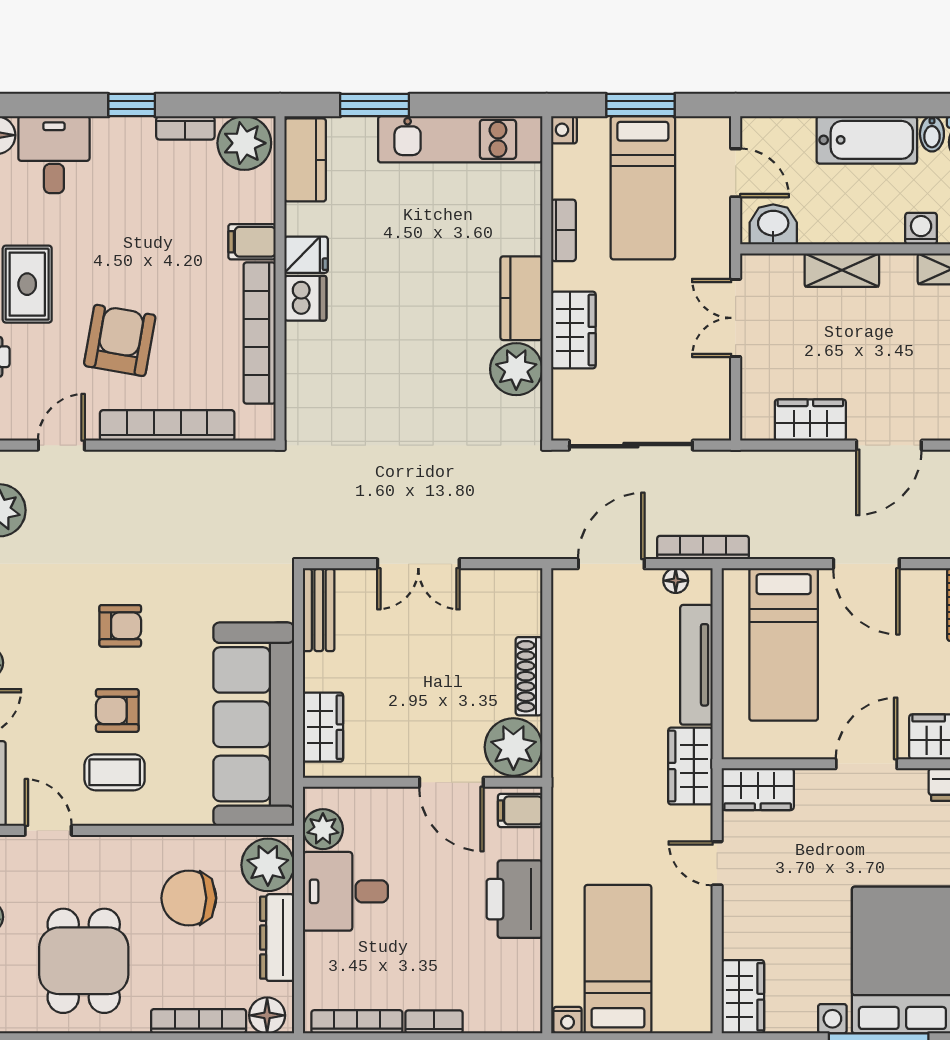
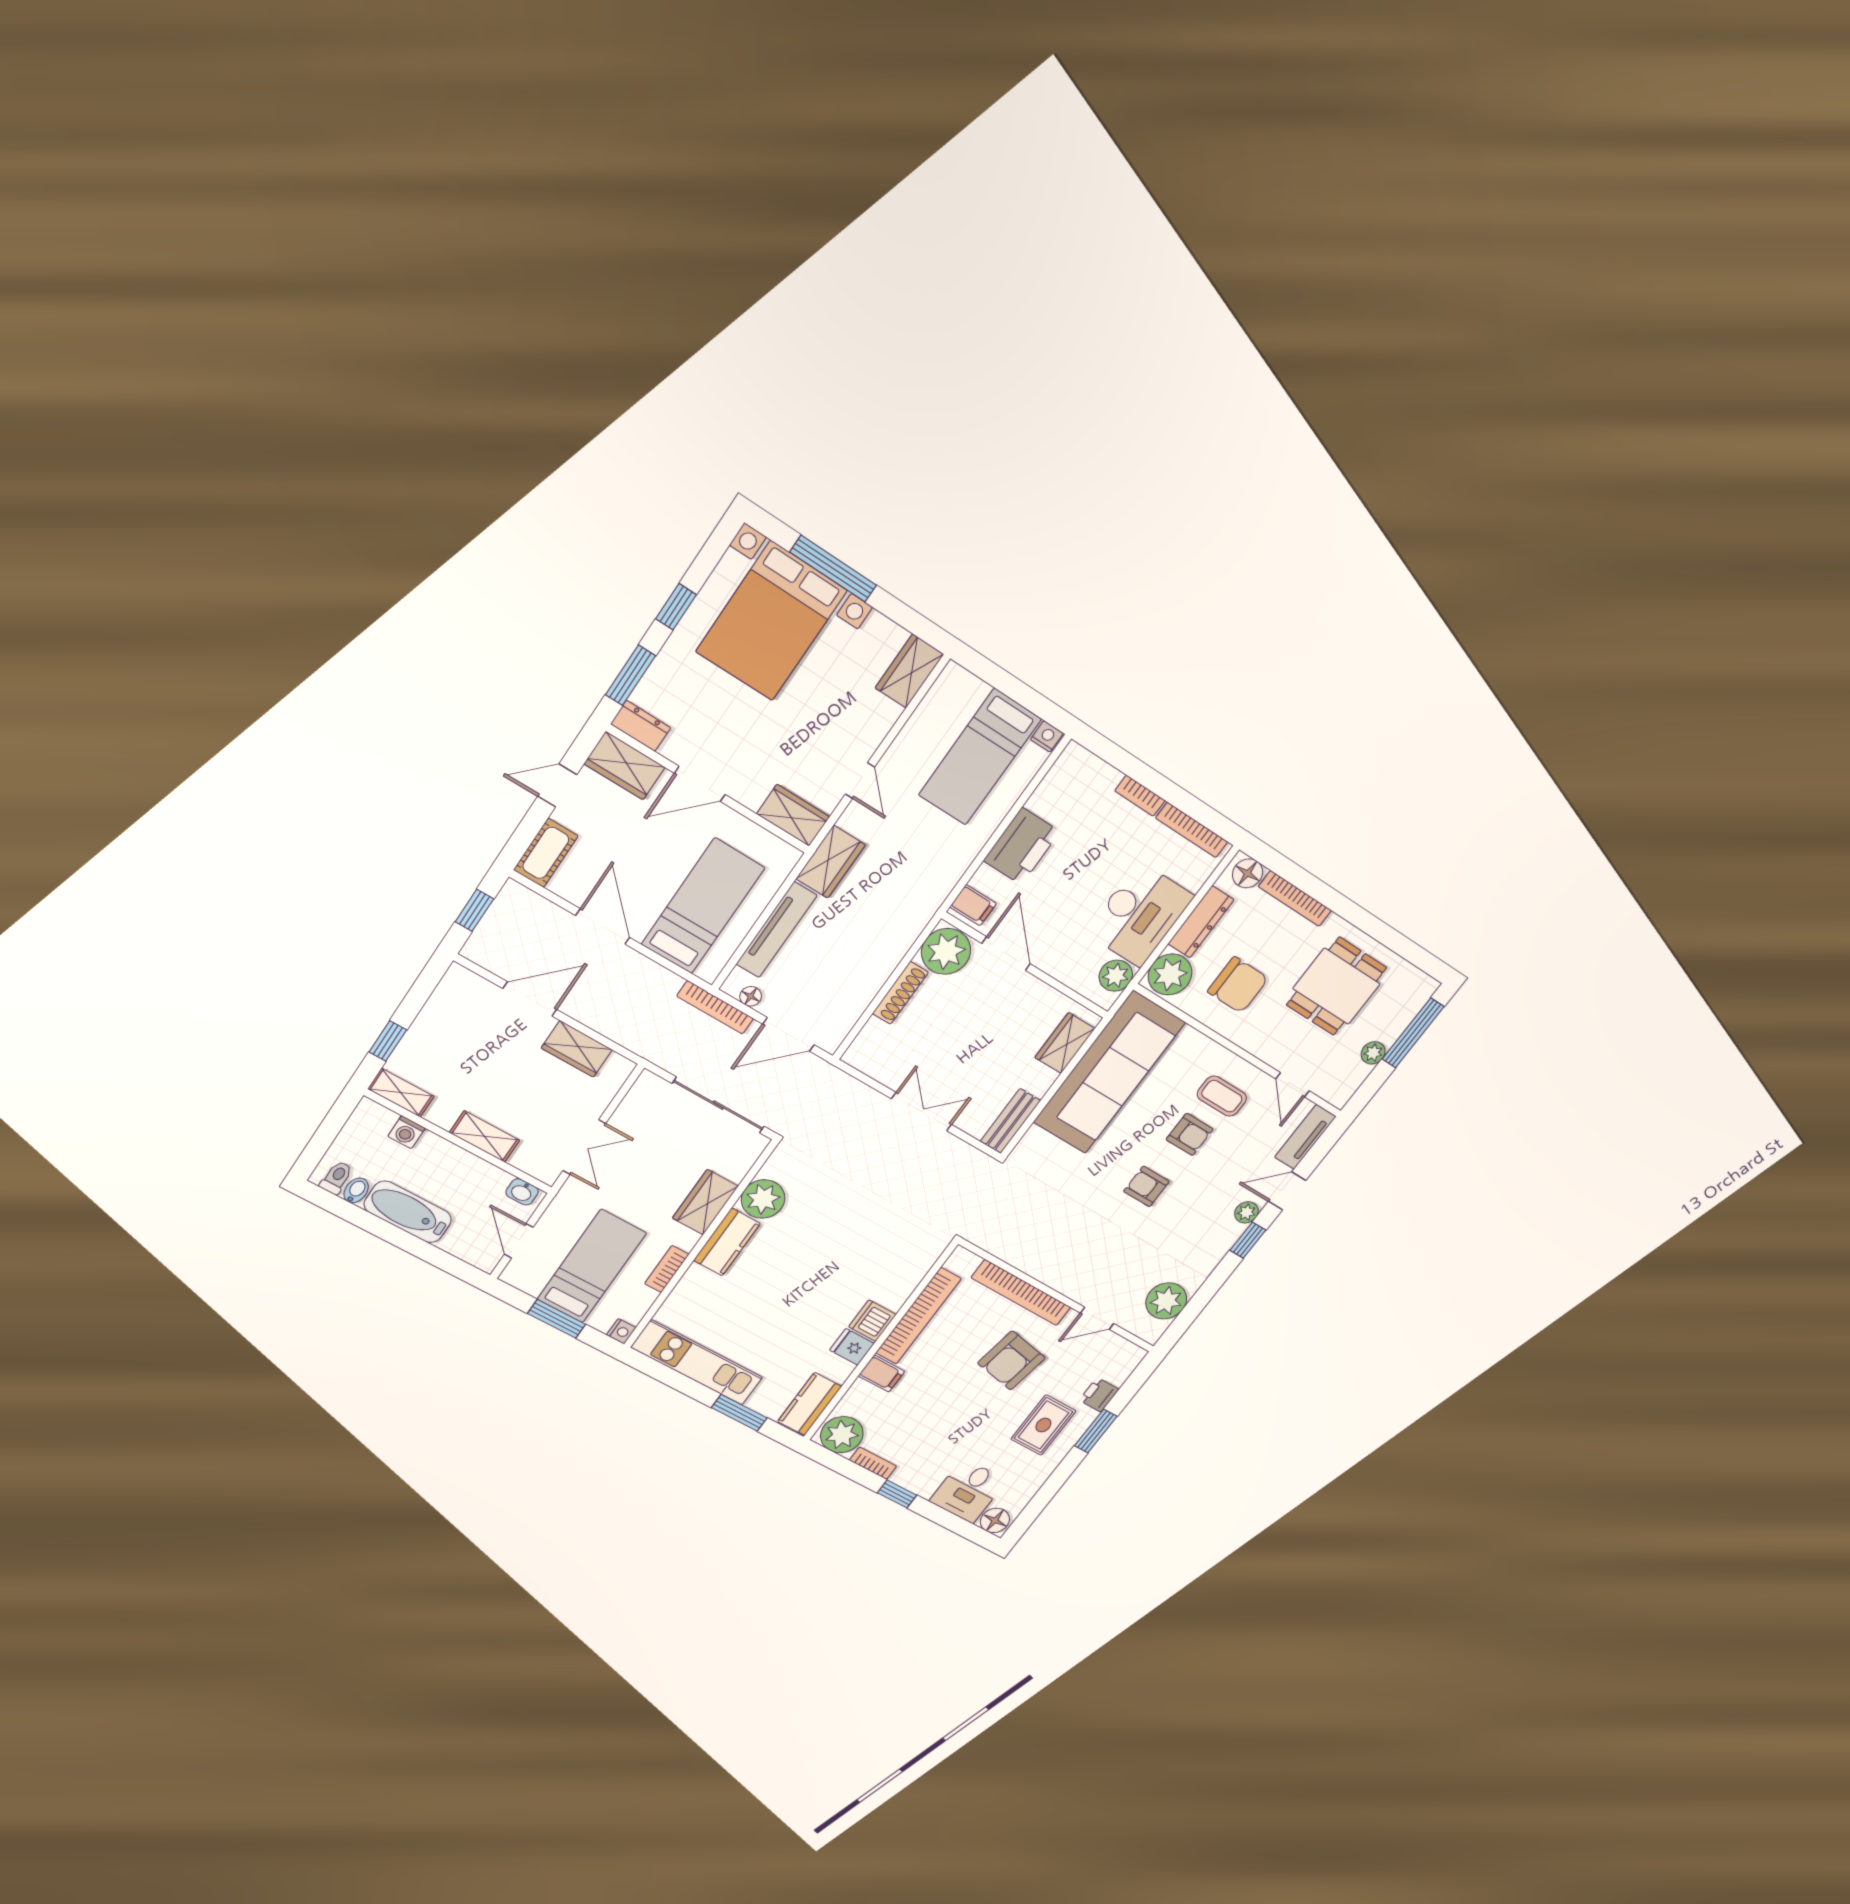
washbasin: (773, 224) -> (522, 1192), width x0.72, depth x0.69
desk: (345, 891) -> (1140, 914), width x1.37

